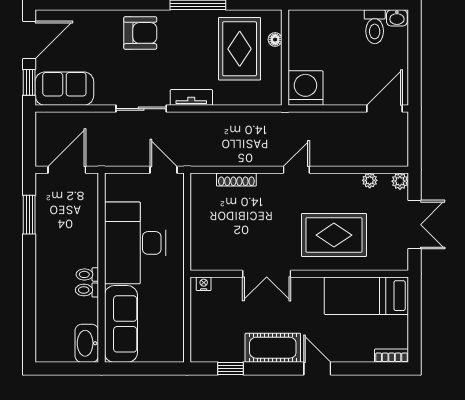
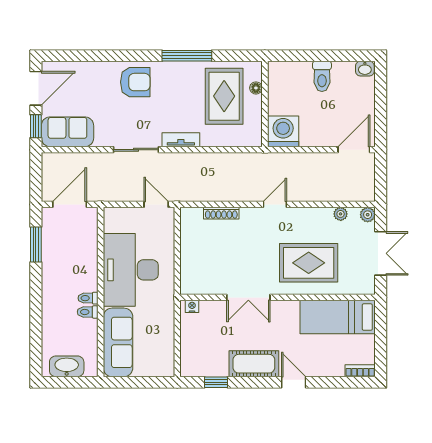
toilet: (375, 27) -> (322, 76), moved
washbasin: (87, 343) -> (67, 366), moved, turned 90

